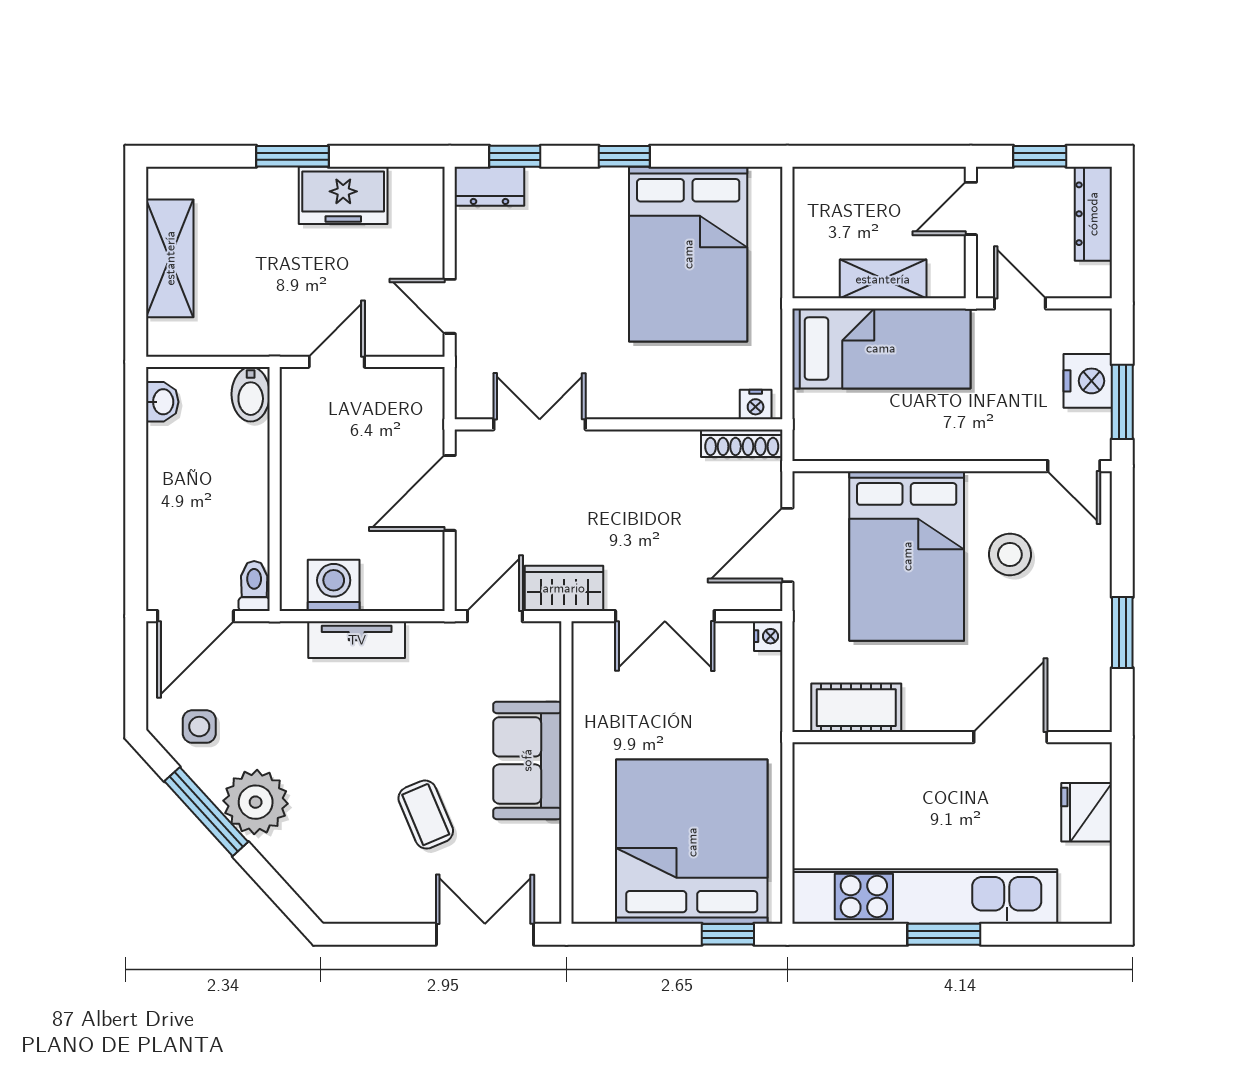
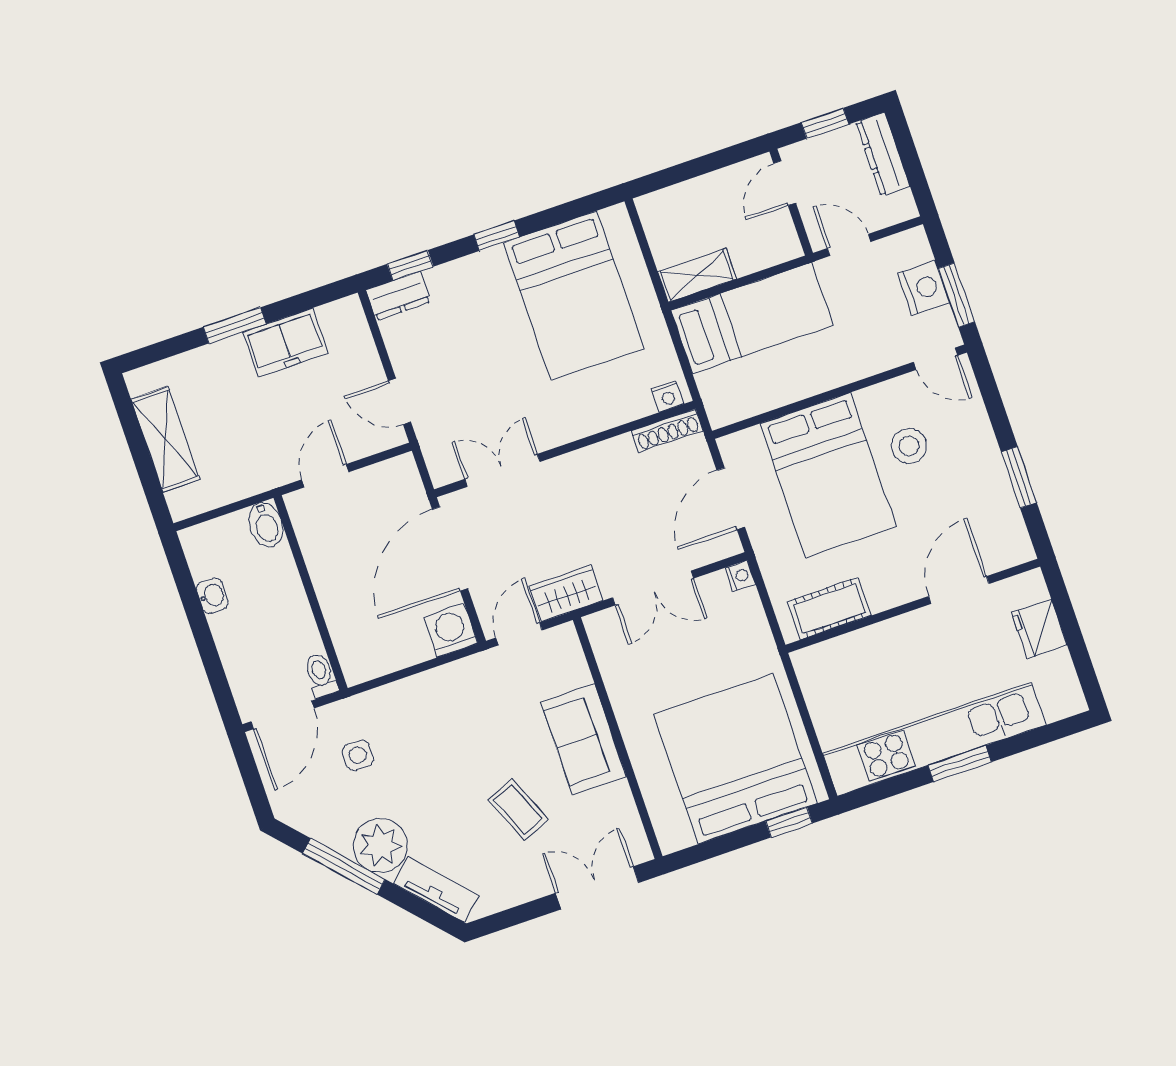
shelving: (883, 279) -> (697, 275), moved
washbasin: (162, 402) -> (212, 596), moved
door: (450, 493) -> (450, 549), width x1.36
washing machine: (334, 585) -> (451, 630), moved
tv unit: (357, 640) -> (436, 889), moved, turned -132
side table: (199, 727) -> (358, 755), moved

